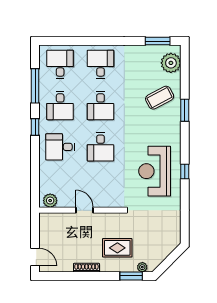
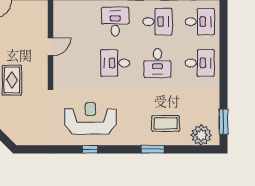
coffee table: (160, 98) -> (166, 123), turned -62
desk: (60, 106) -> (157, 22), turned 180
desk: (101, 106) -> (157, 63), turned -90
plant: (50, 201) -> (60, 11), removed

